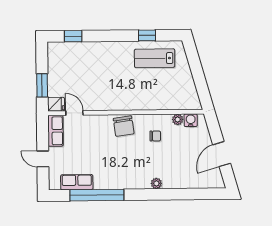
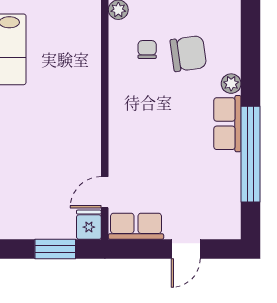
chair: (124, 126) -> (188, 54), moved
row of seats: (77, 182) -> (227, 124), moved
plant: (156, 183) -> (231, 84), moved

